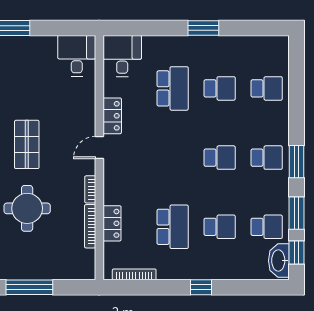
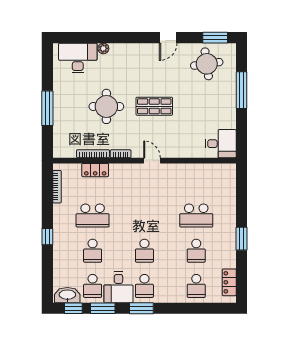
desk: (122, 56) -> (118, 287), moved, turned 90
locker: (112, 116) -> (229, 282), moved, turned 90

